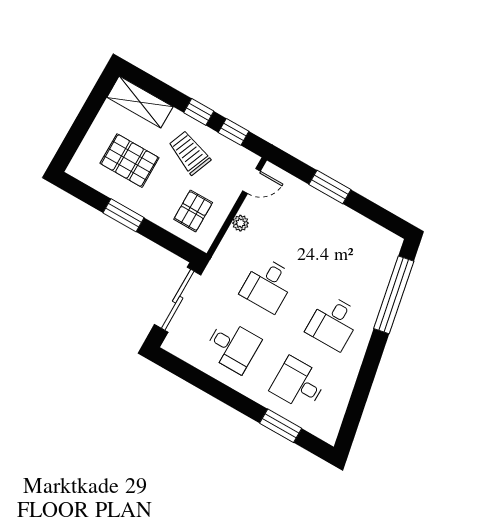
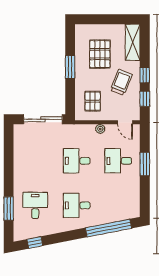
pallet: (193, 211) -> (93, 101), turned 90
desk: (233, 346) -> (118, 161), moved, turned 90
window: (353, 416) -> (35, 242), added

